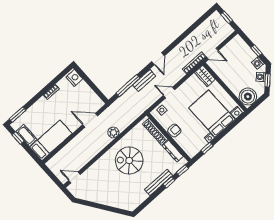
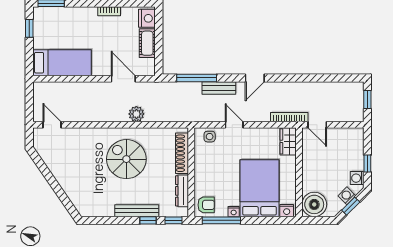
armchair: (174, 131) -> (206, 205), moved
cot: (26, 135) -> (147, 43), moved
window: (207, 148) -> (221, 220), width x2.17

